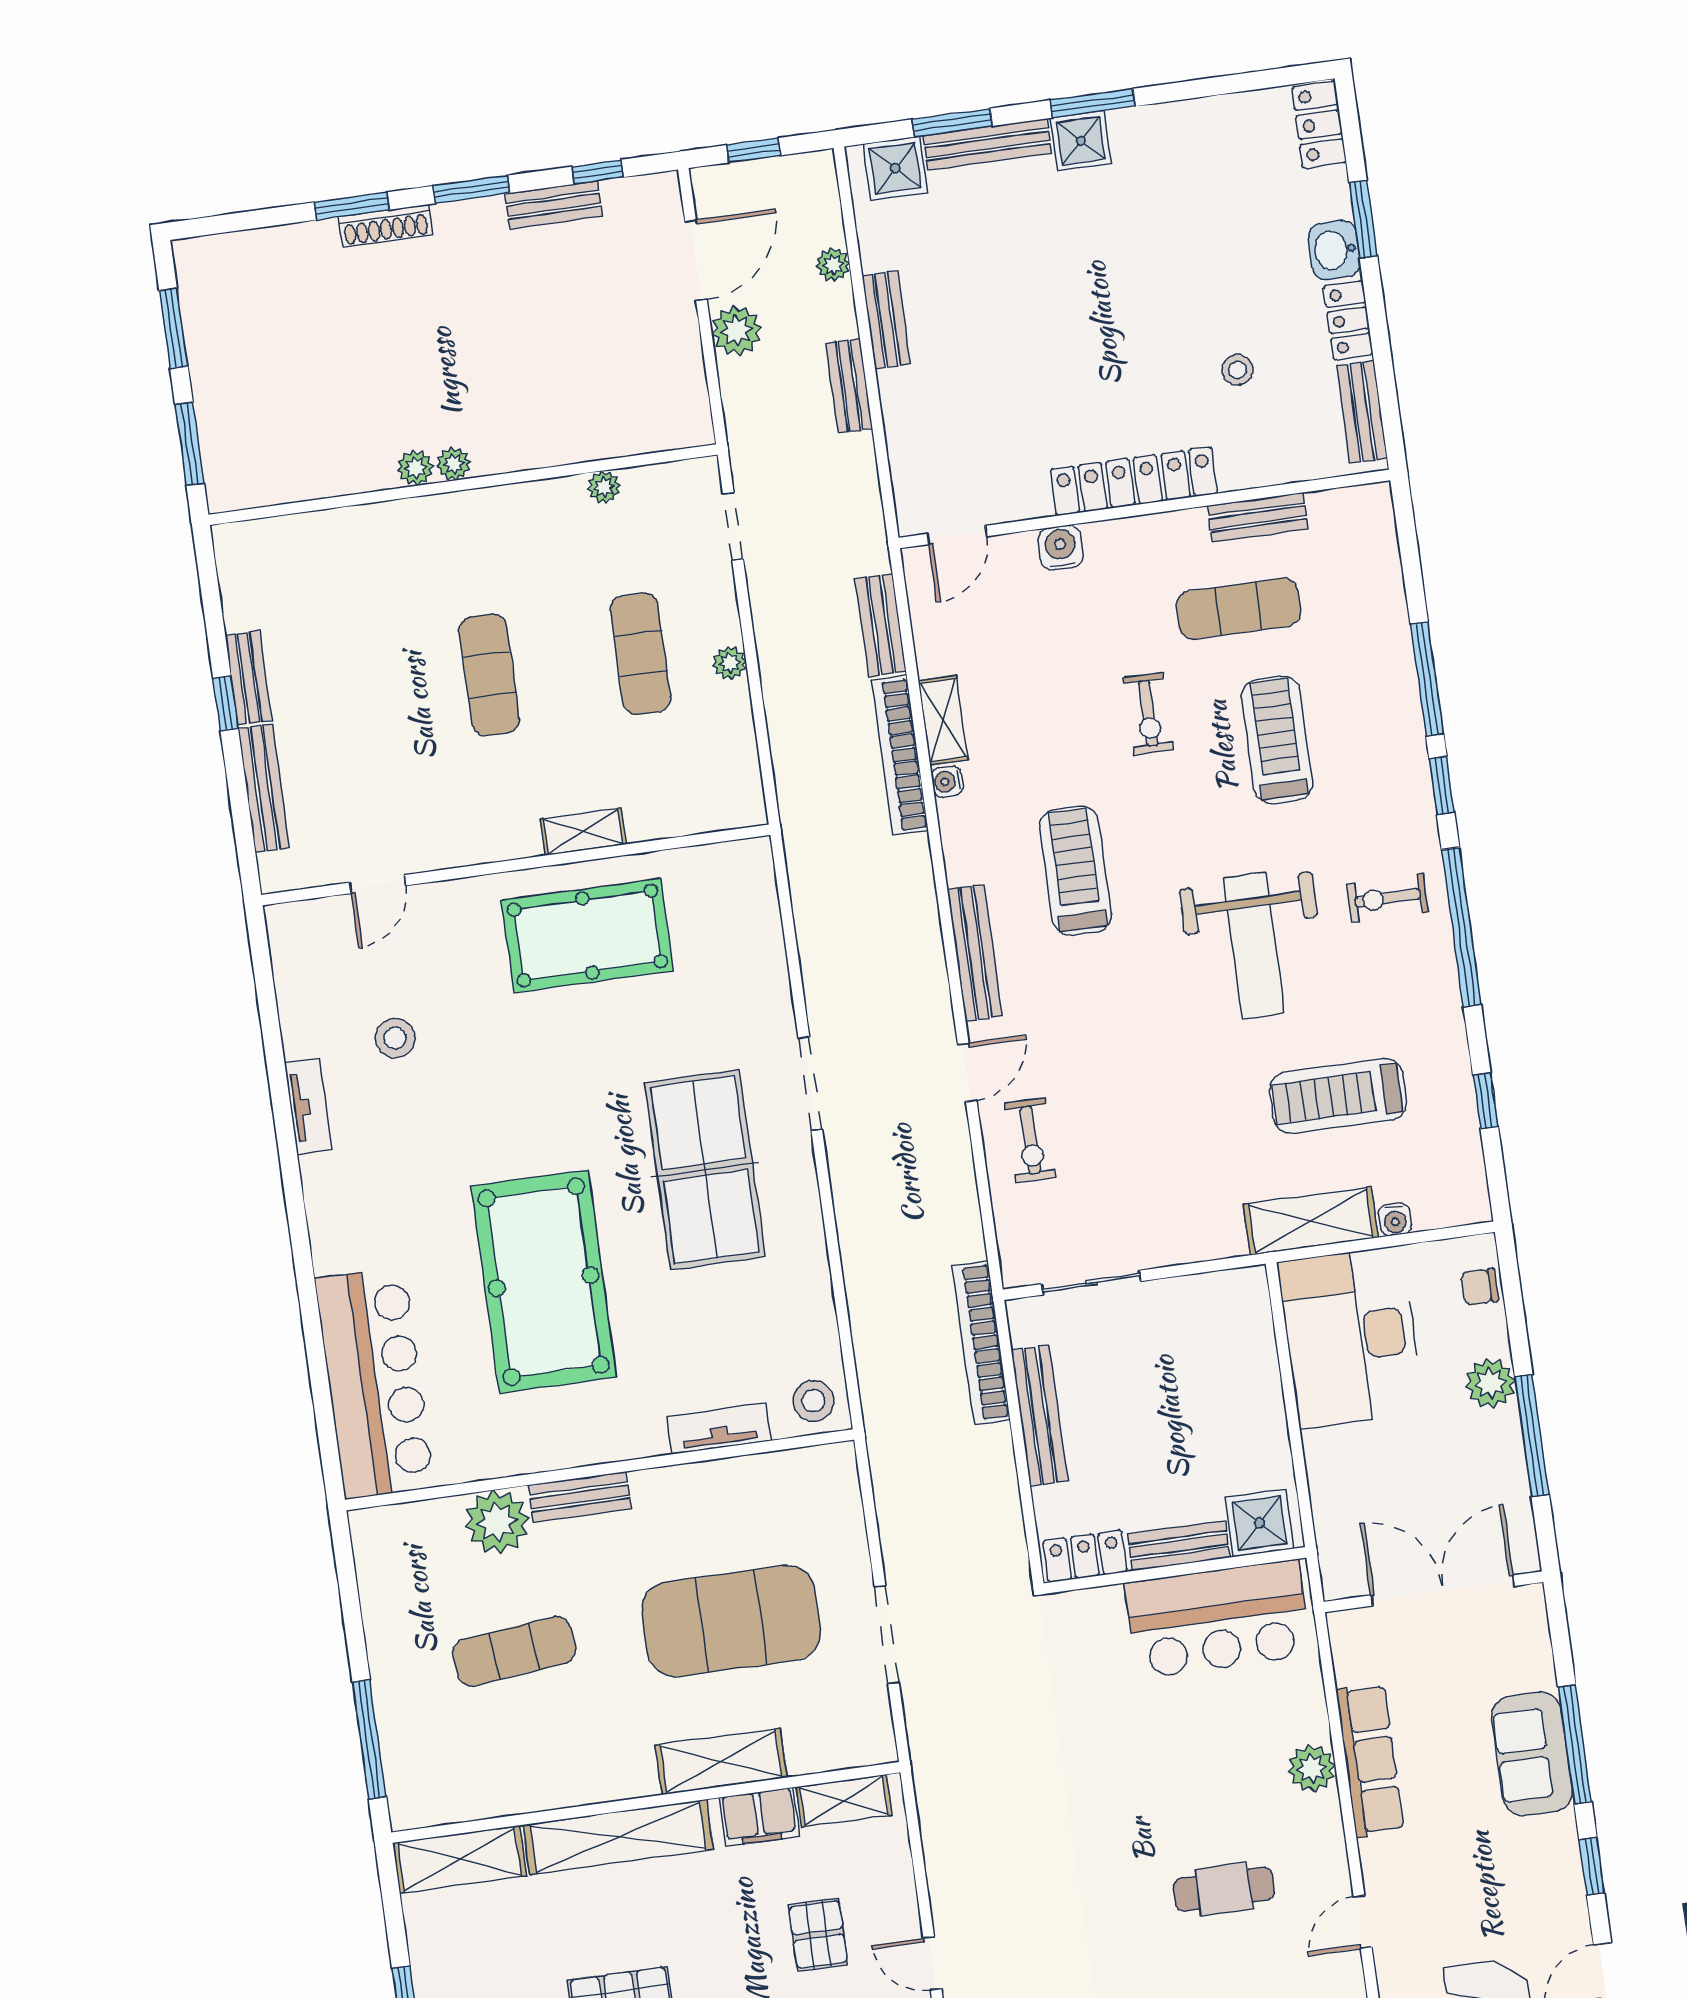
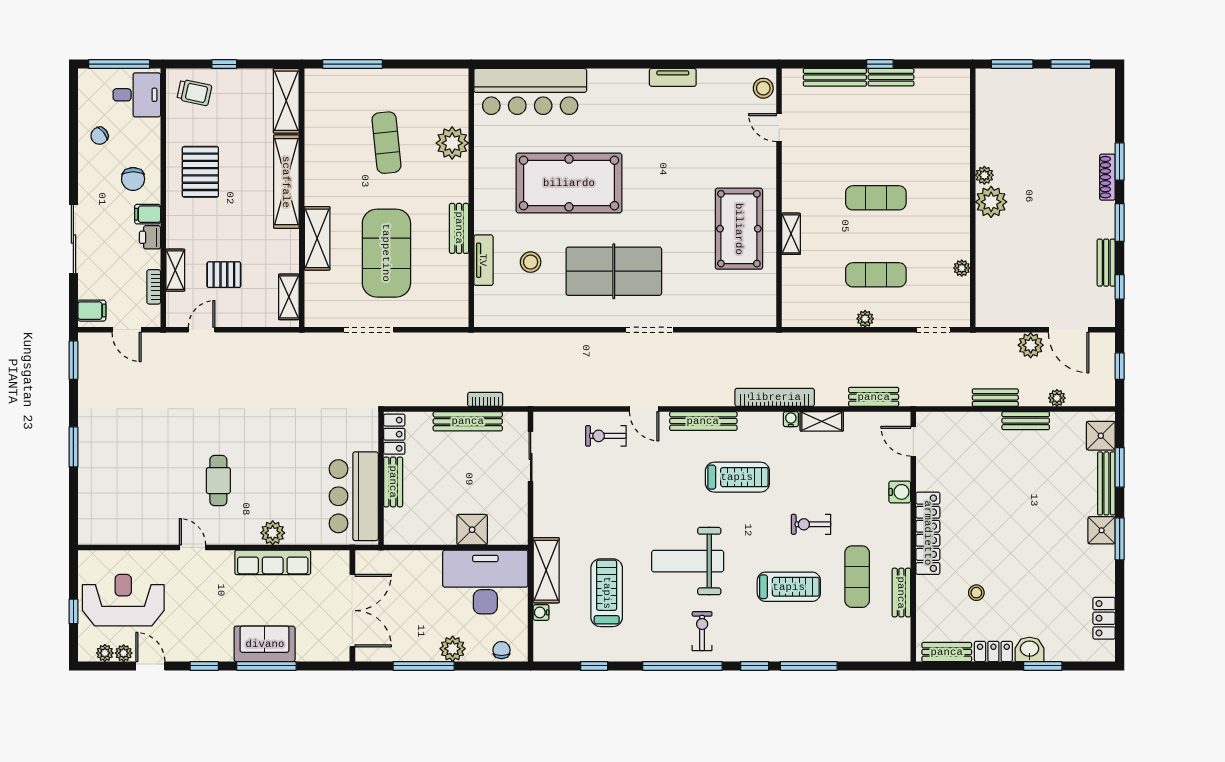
locker: (1319, 125) -> (1104, 618), moved, turned -90
plant: (453, 464) -> (991, 202), width x1.88, depth x1.88
bookcase: (900, 755) -> (775, 397), moved
stool: (395, 1038) -> (763, 88), moved
bookcase: (981, 1343) -> (485, 399), width x0.43, depth x0.76
stool: (813, 1401) -> (531, 262), moved
bench: (580, 1497) -> (459, 228), moved
shower: (1260, 1523) -> (472, 530), moved
filing cabinet: (759, 1817) -> (287, 253), removed

